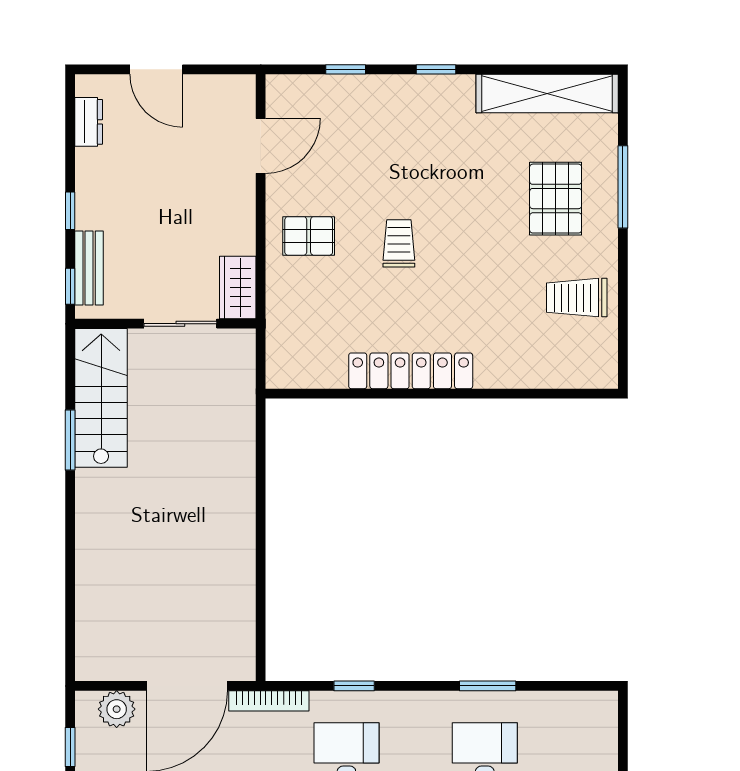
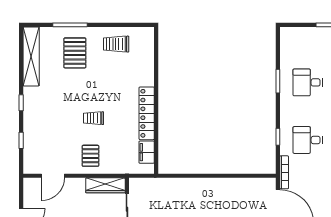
door: (261, 146) -> (53, 176), swing flipped
pallet: (556, 199) -> (75, 53), turned 90
wardrobe: (238, 287) -> (105, 185), width x1.50
trolley: (577, 298) -> (116, 44), turned 90
filing cabinet: (317, 371) -> (147, 152), added

